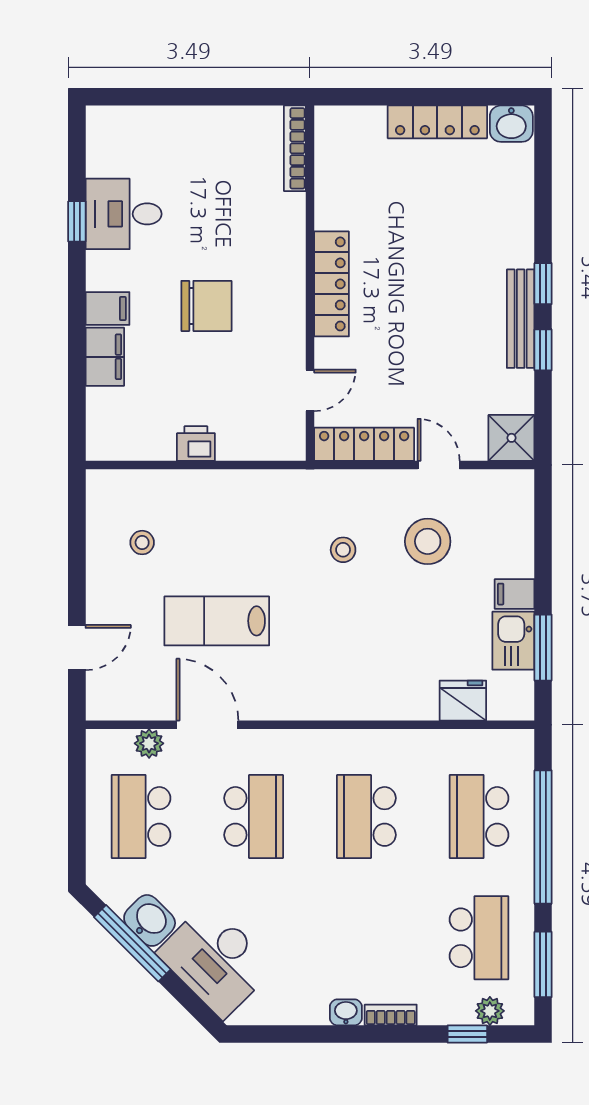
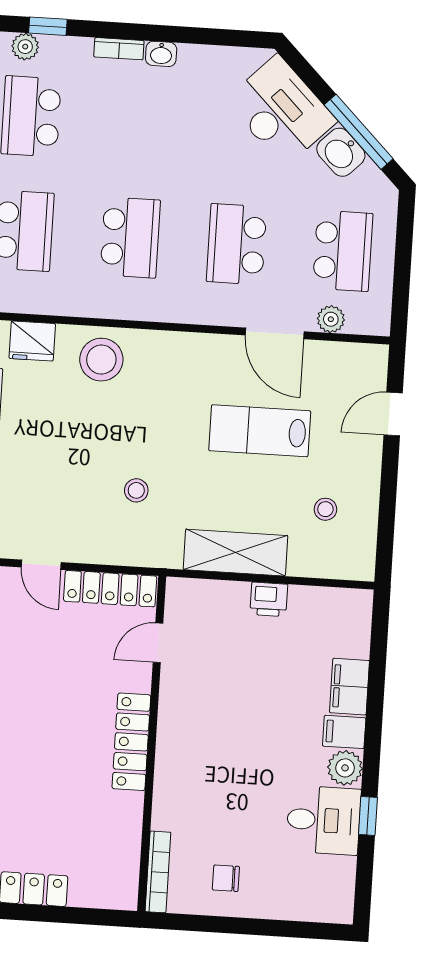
plant: (104, 271) -> (345, 768), added
chair: (206, 306) -> (226, 878), moved, width x0.54, depth x0.54
shelving: (234, 491) -> (235, 553), added
stool: (428, 541) -> (101, 360), moved
lab bench: (217, 621) -> (260, 431), turned 180

